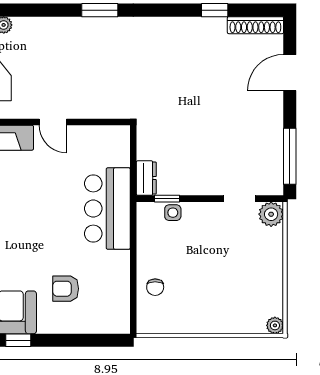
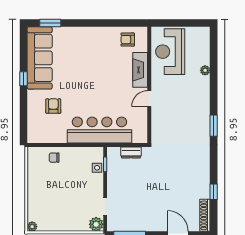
dresser: (146, 178) -> (131, 152), moved
bar counter: (107, 209) -> (99, 130), width x1.36

